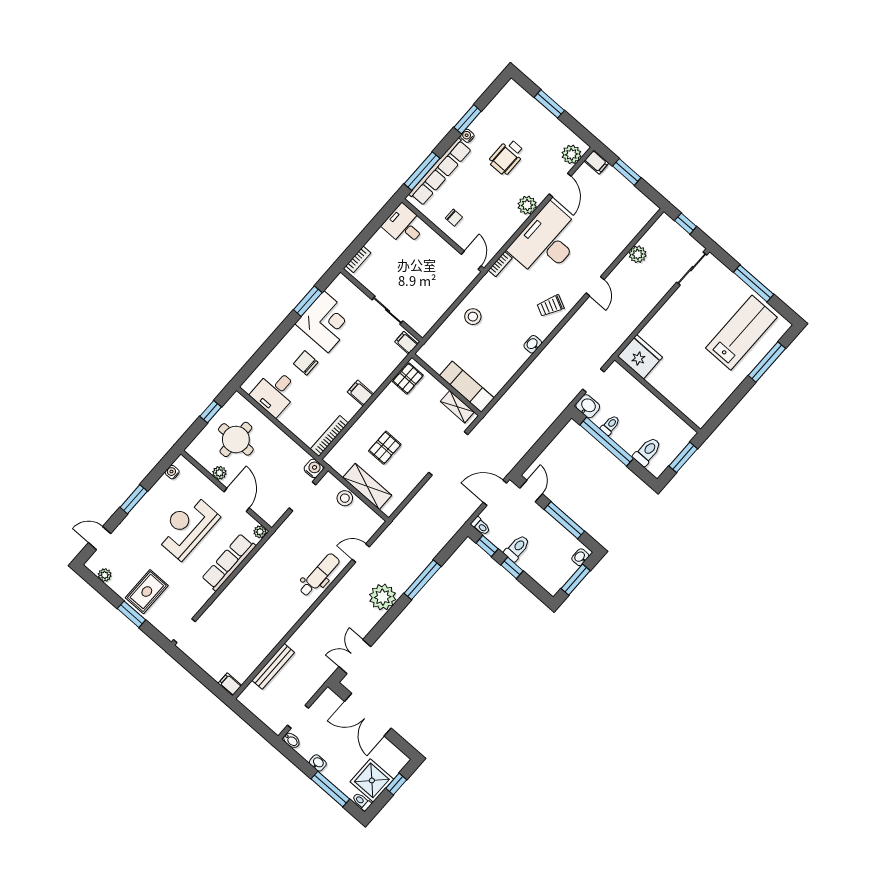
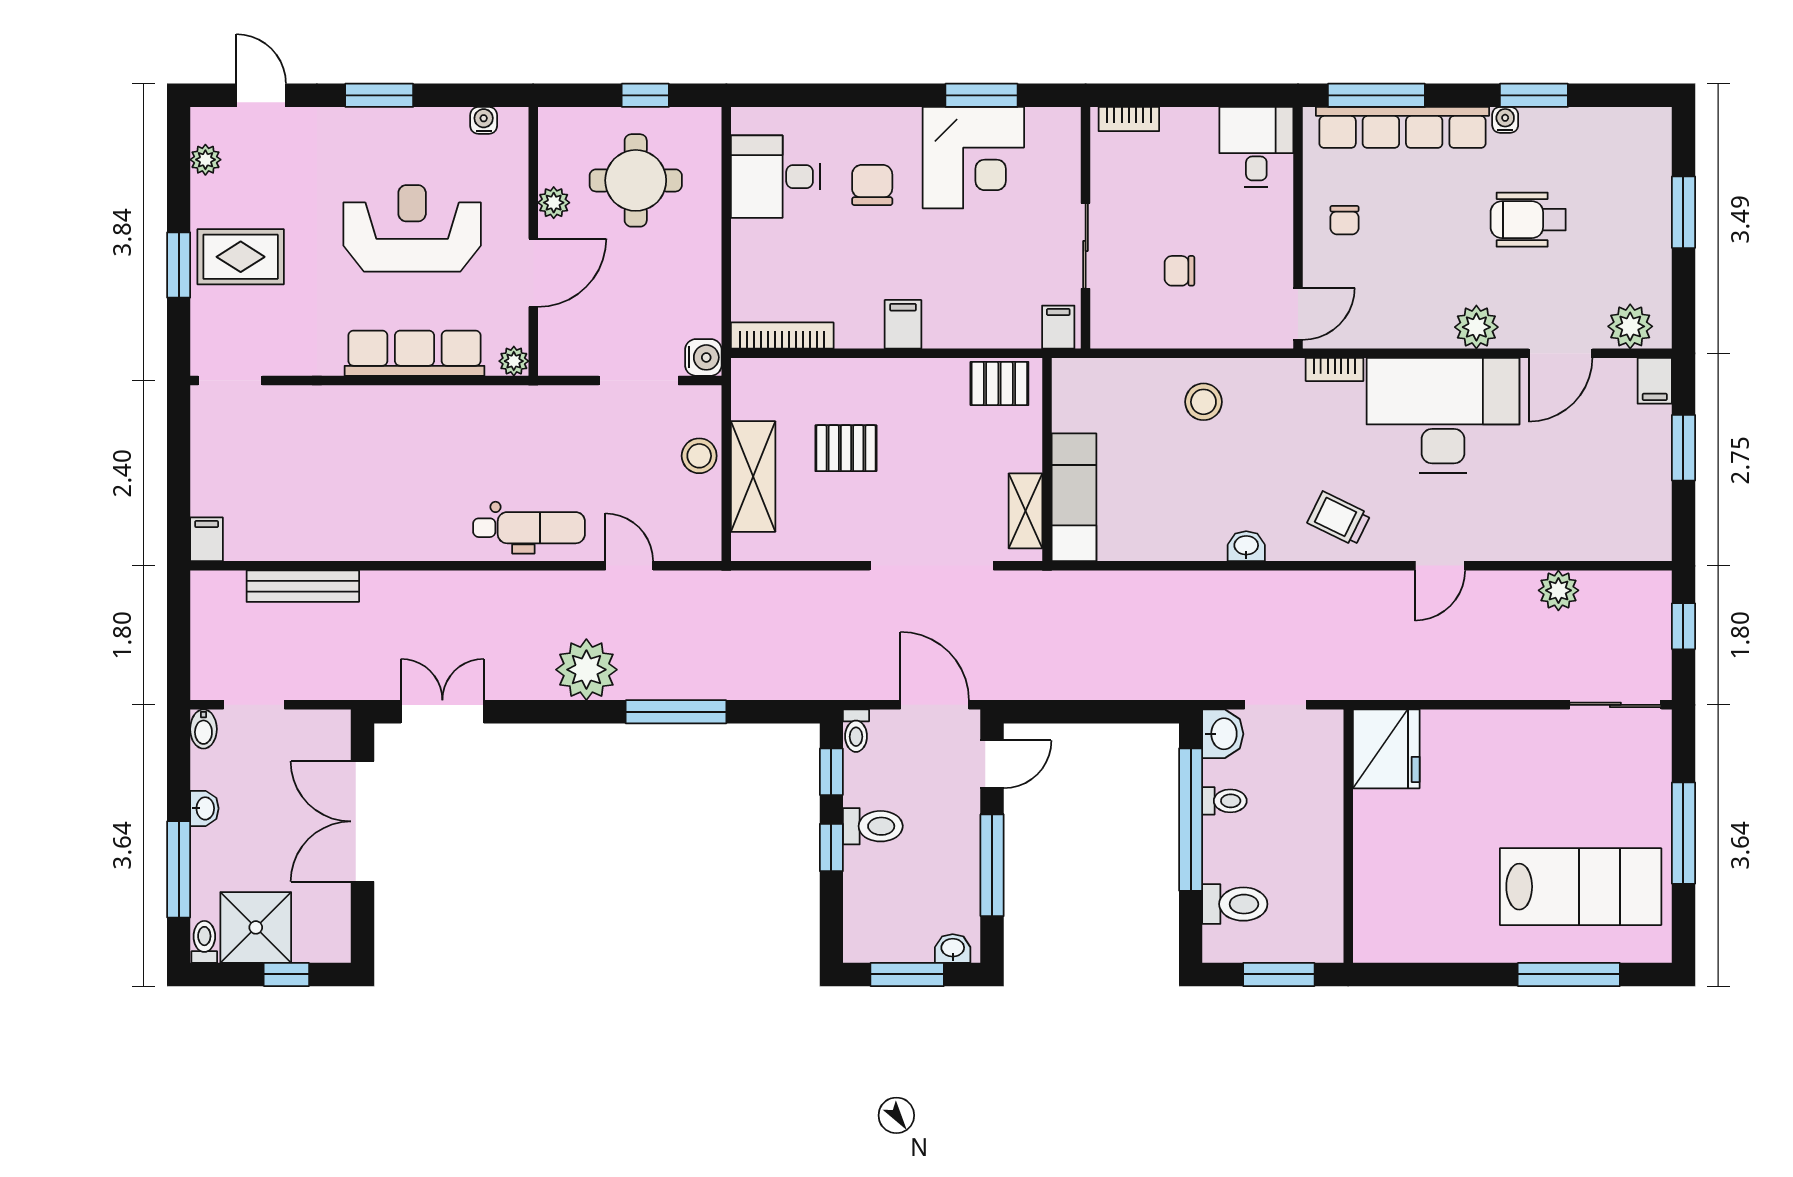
chair: (423, 287) -> (1179, 271), added

